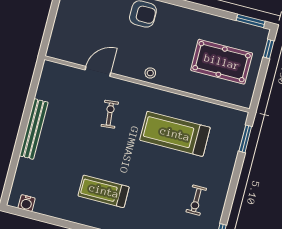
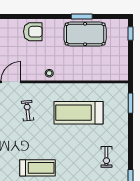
window: (251, 21) -> (82, 17), moved
pool table: (222, 62) -> (85, 34), moved
treadmill: (104, 191) -> (37, 168), turned 180

